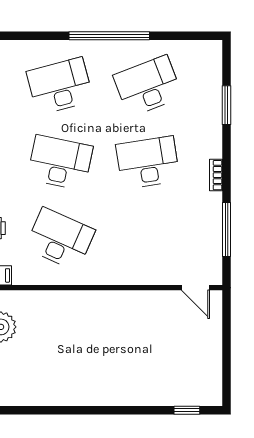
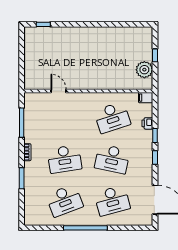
window: (226, 105) -> (22, 178), moved
desk: (60, 239) -> (112, 117), turned -42
door: (195, 288) -> (59, 91), moved

